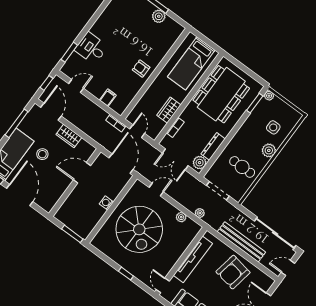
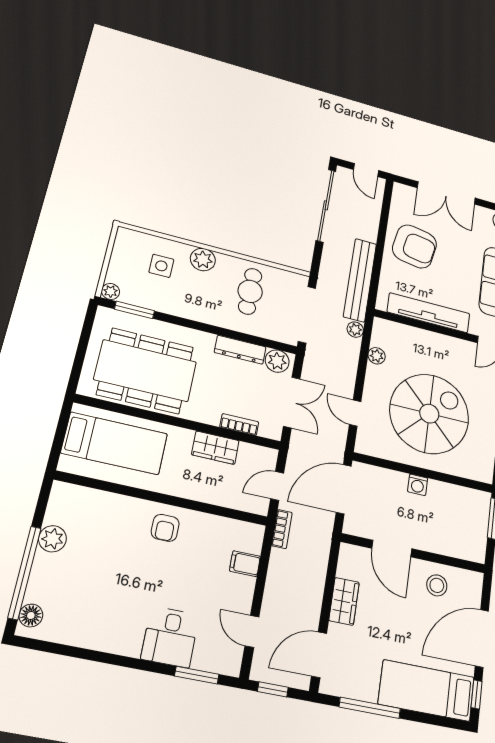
stool: (42, 154) -> (437, 585), moved
doorway: (218, 191) -> (307, 315), width x1.36
bench: (241, 242) -> (360, 280), moved

